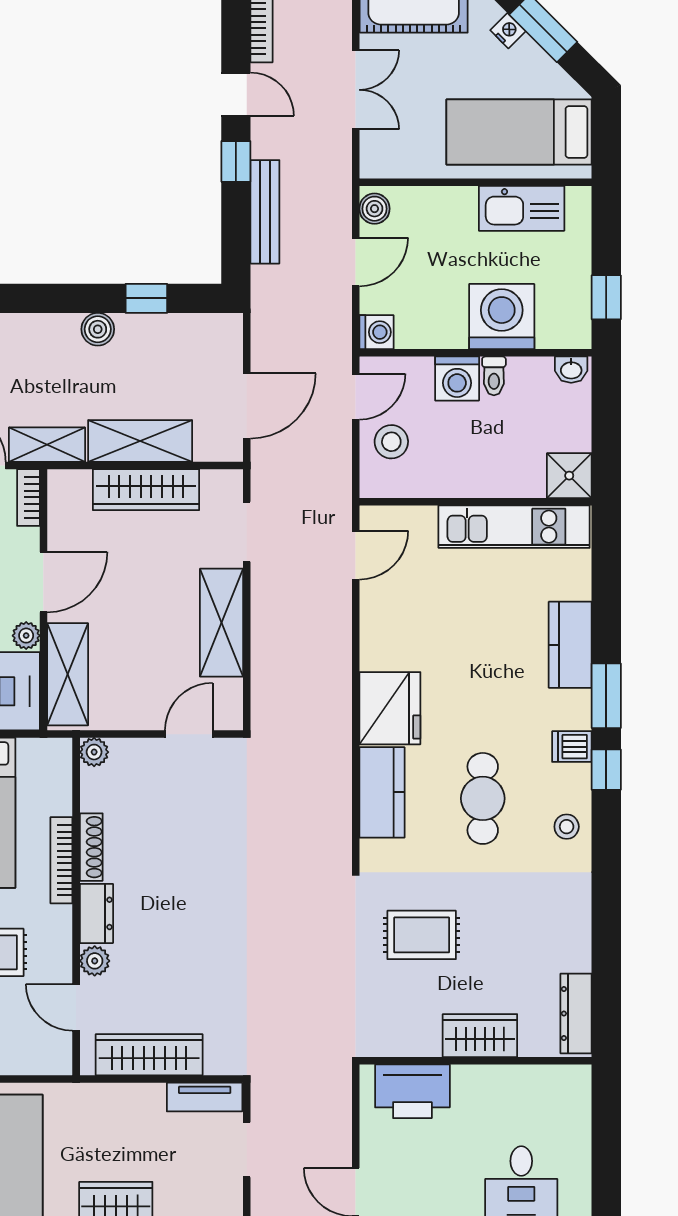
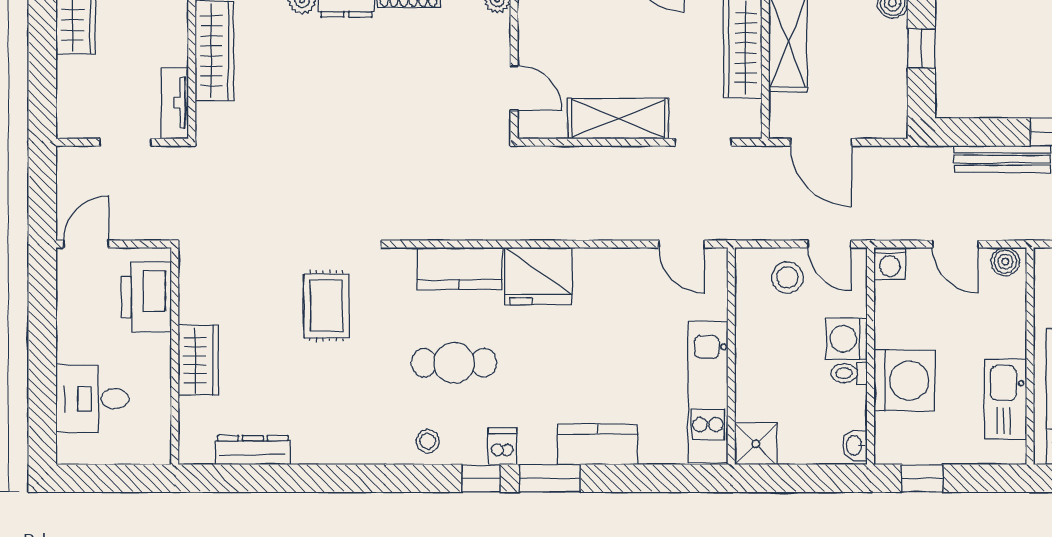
wardrobe: (480, 1036) -> (198, 360), moved
wall: (476, 1061) -> (175, 356), moved
printer: (412, 1091) -> (146, 297), moved

